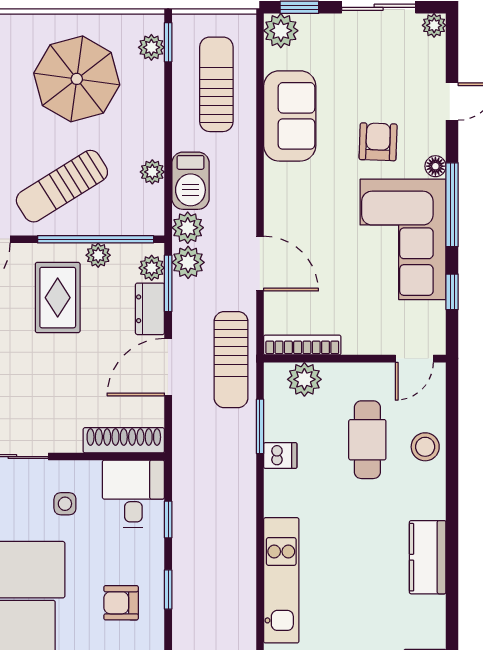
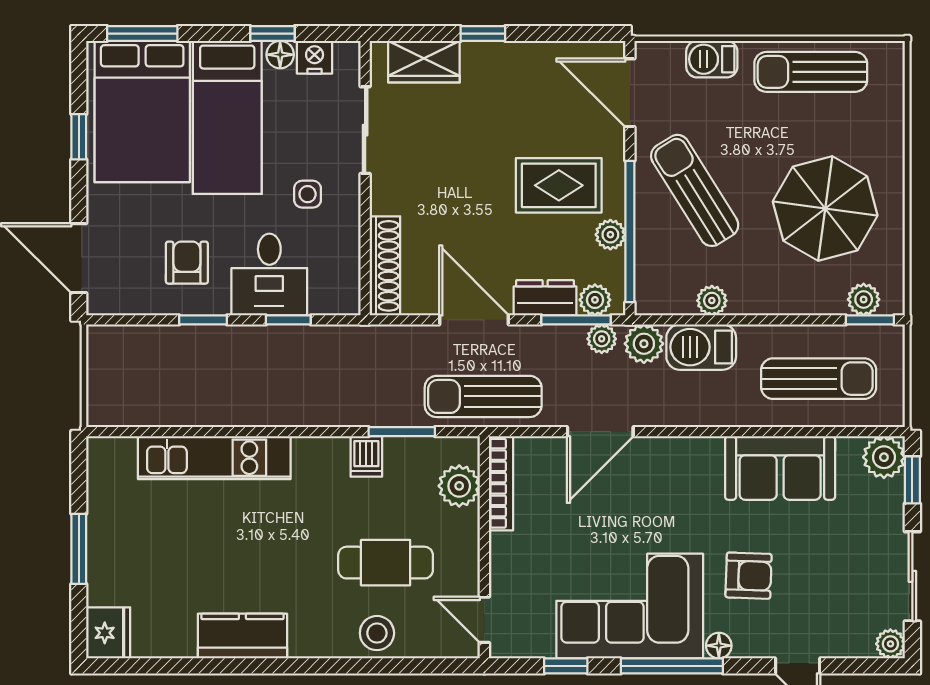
plant: (188, 262) -> (602, 339), width x0.73, depth x0.73
desk: (133, 494) -> (269, 275), moved, turned 90

